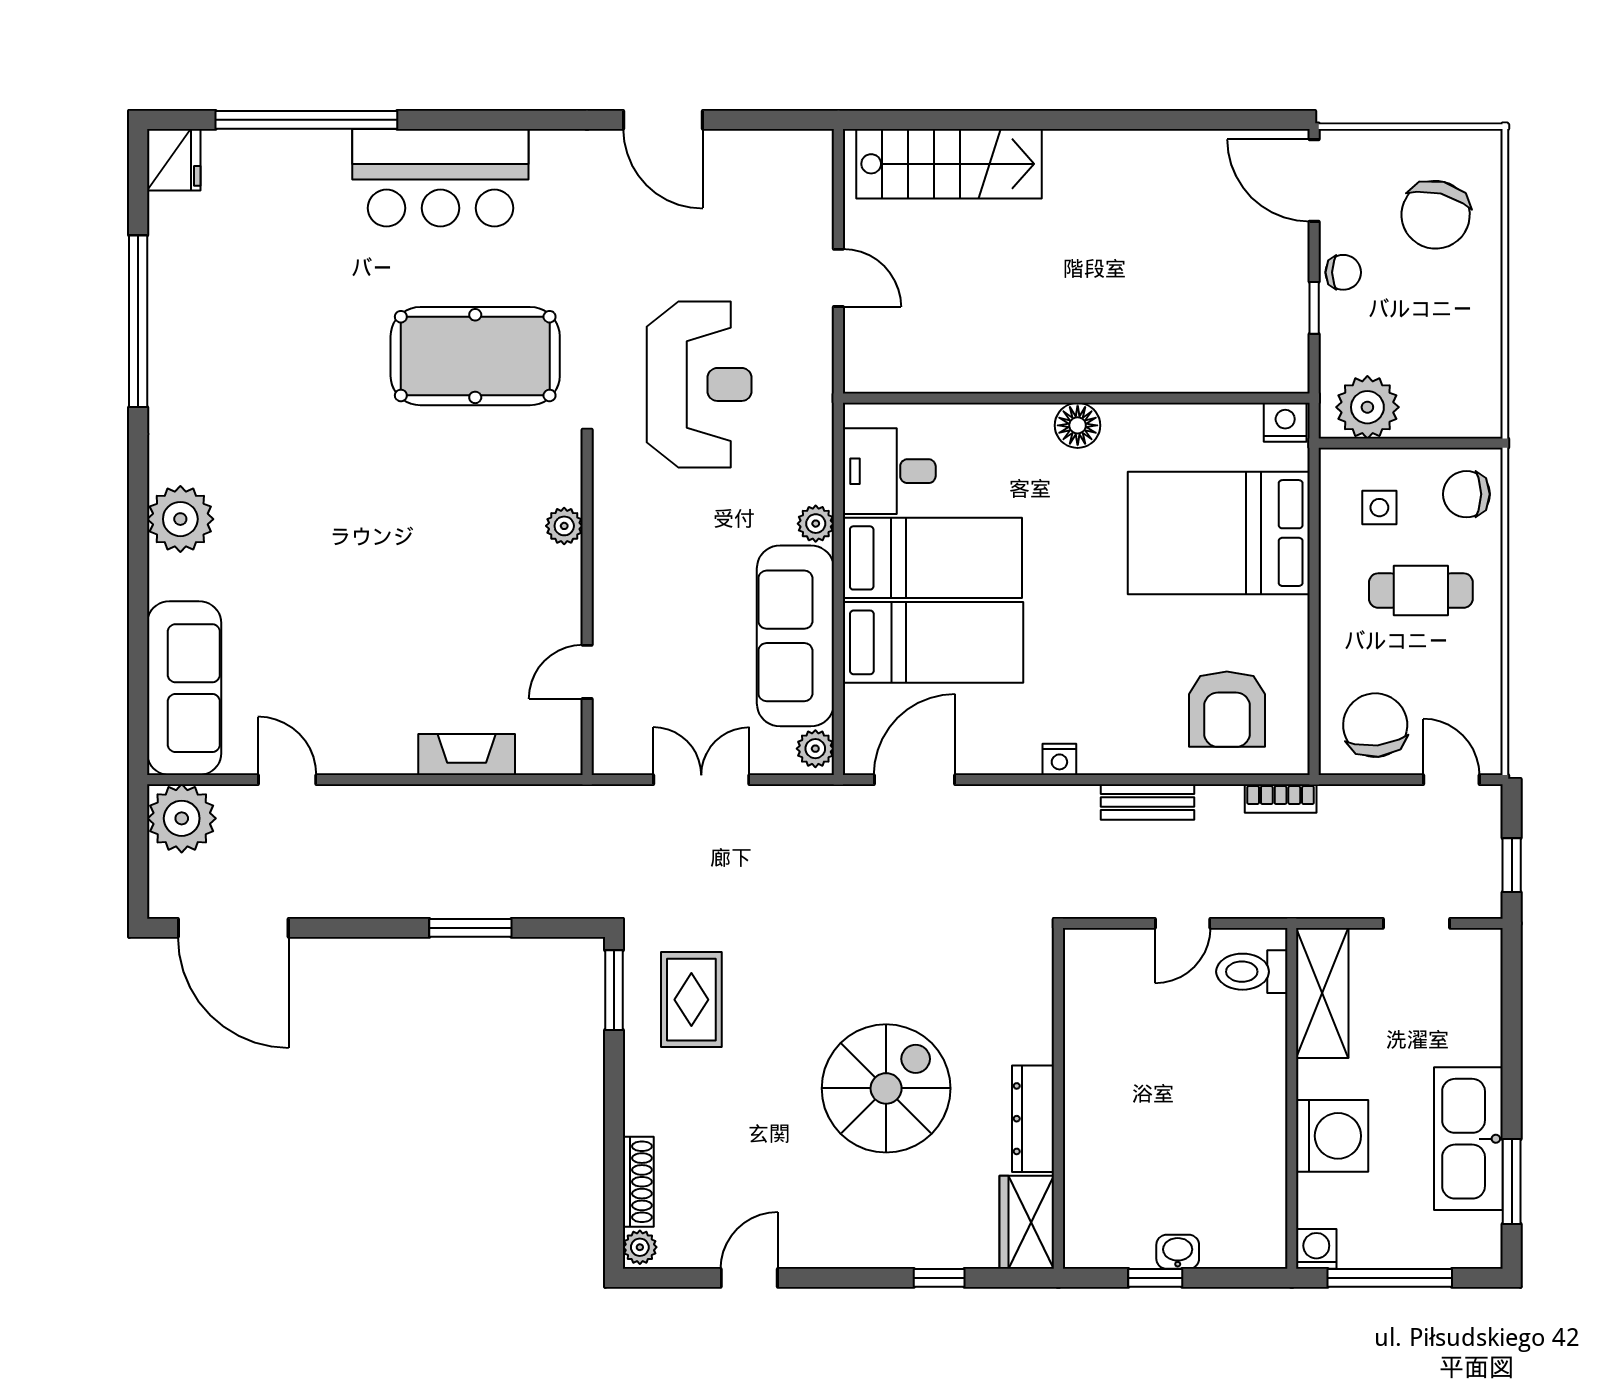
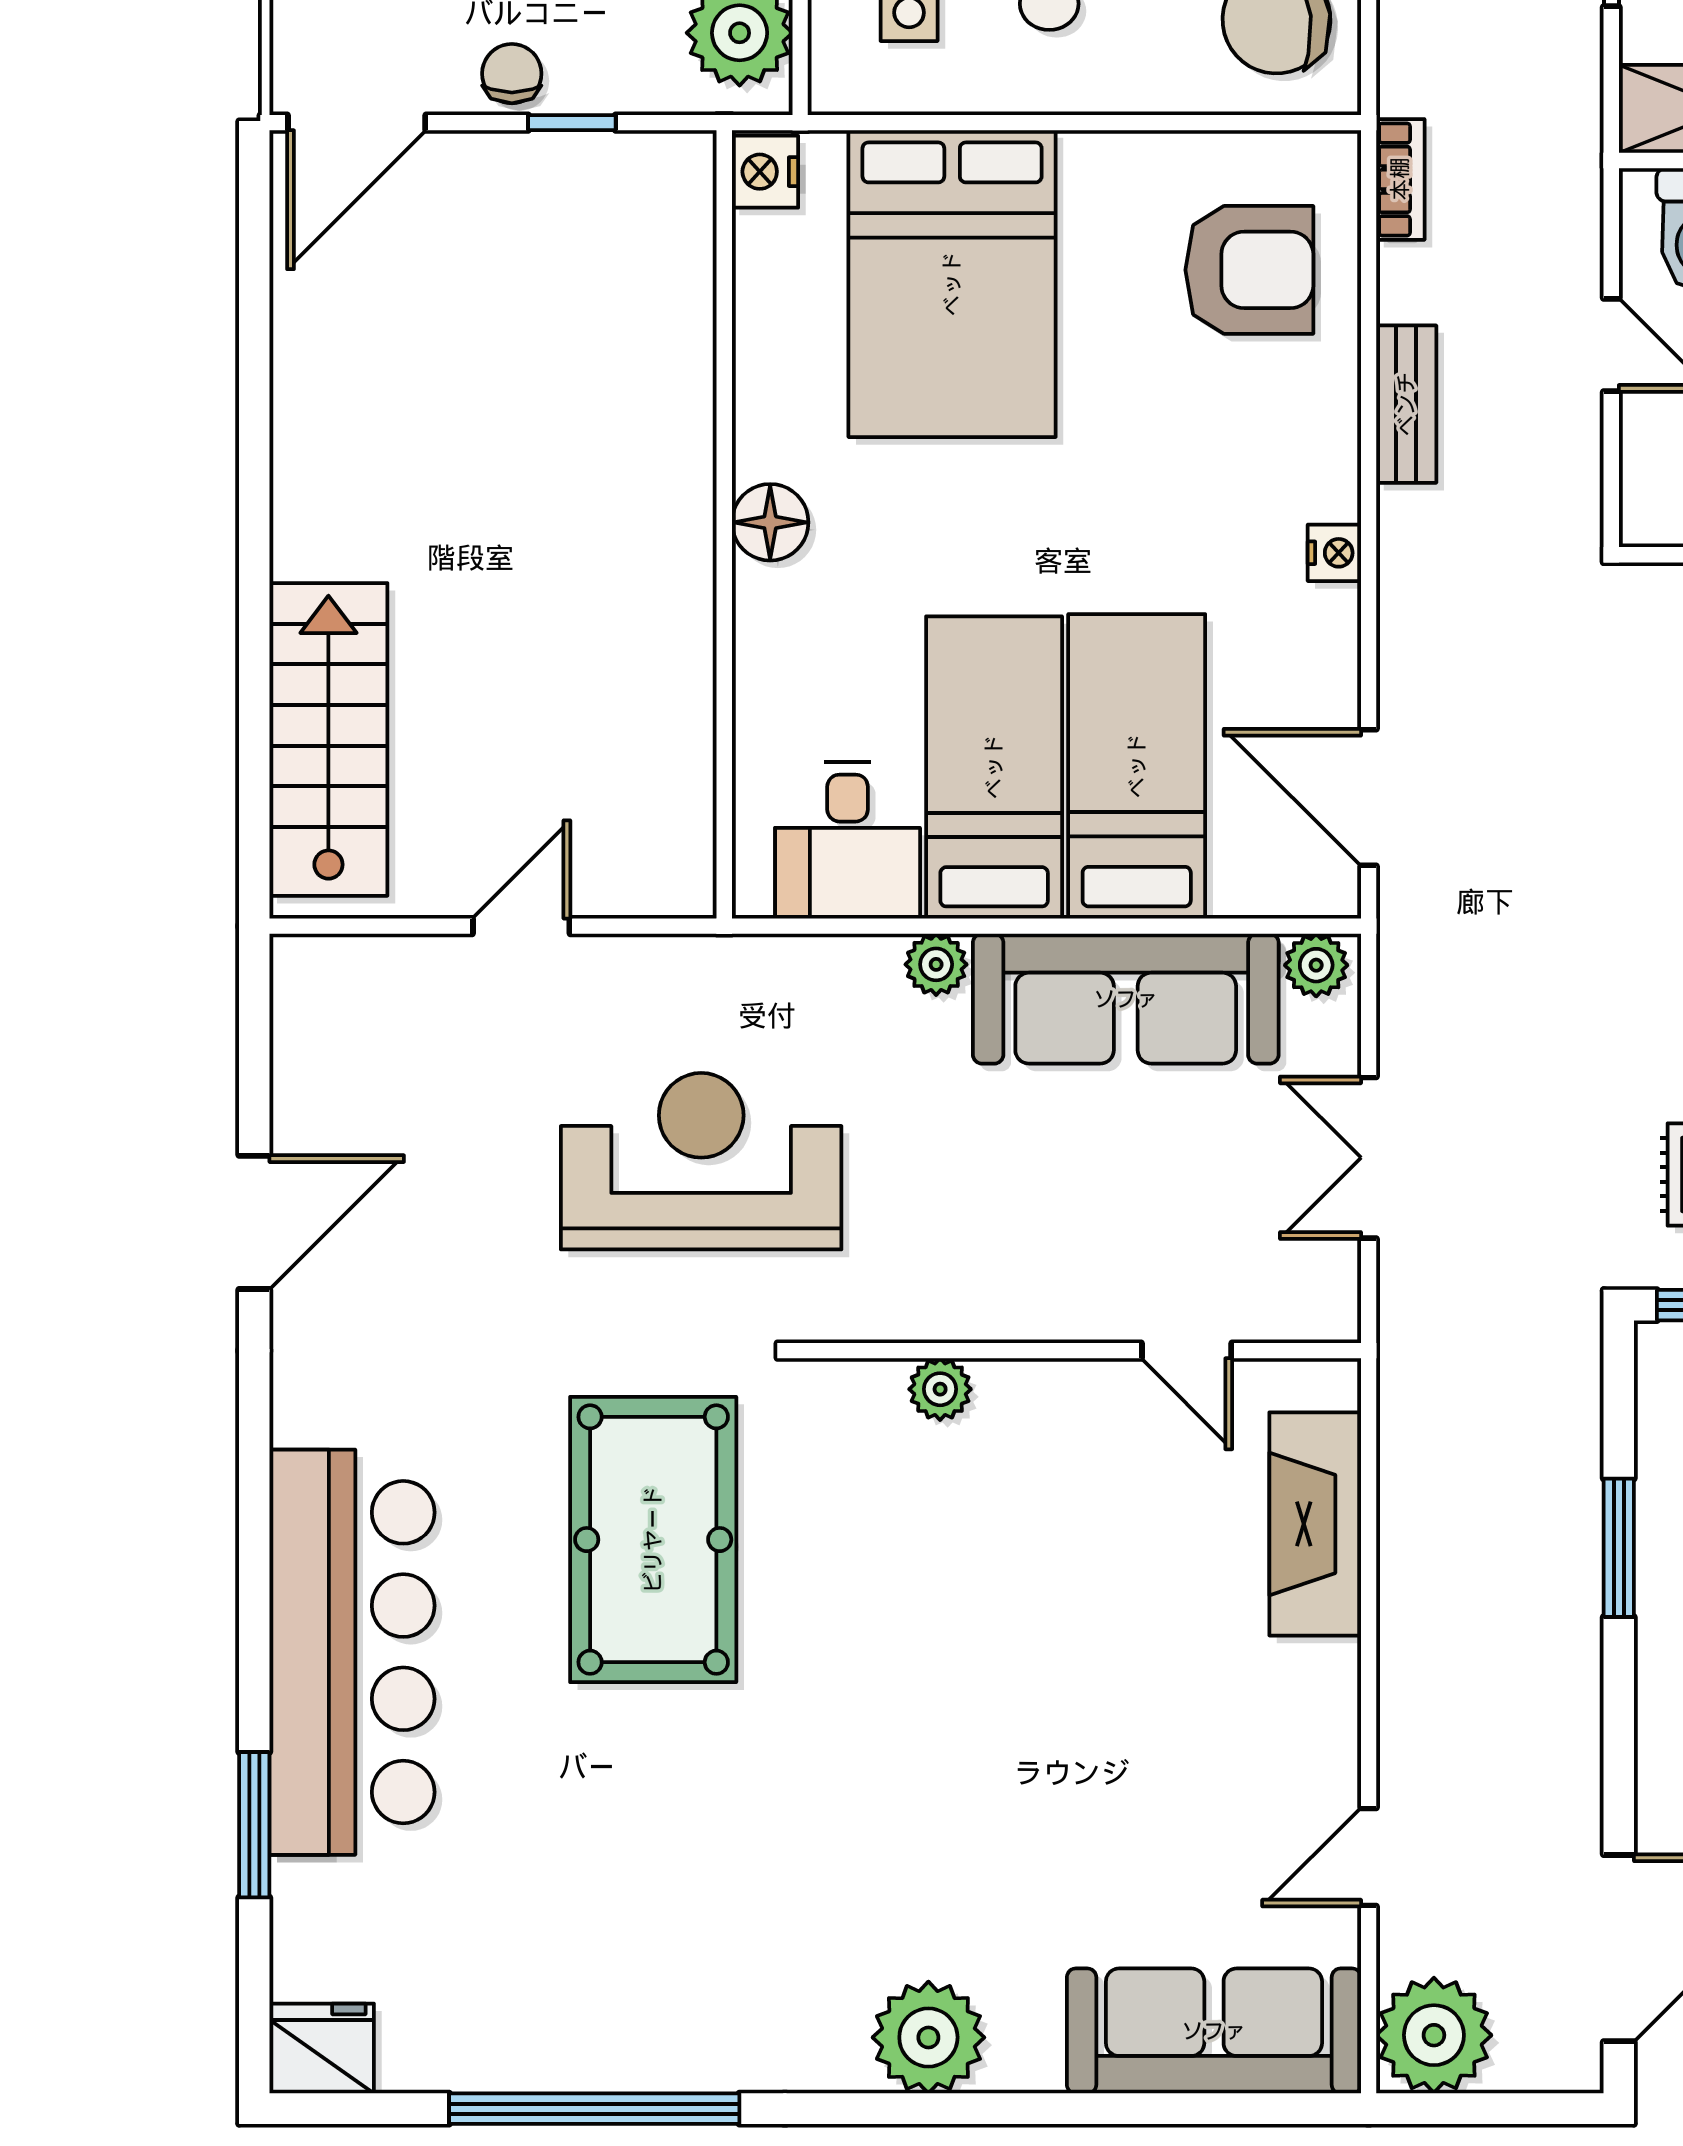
window: (306, 120) -> (254, 1825), width x0.47
bar counter: (440, 178) -> (352, 1652), width x1.36
fireplace: (467, 755) -> (1315, 1524), width x1.37, depth x1.32

